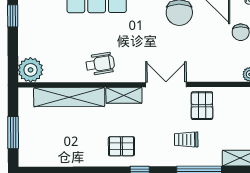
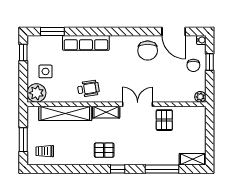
side table: (43, 41) -> (45, 71), added
trolley: (186, 140) -> (45, 151), moved

